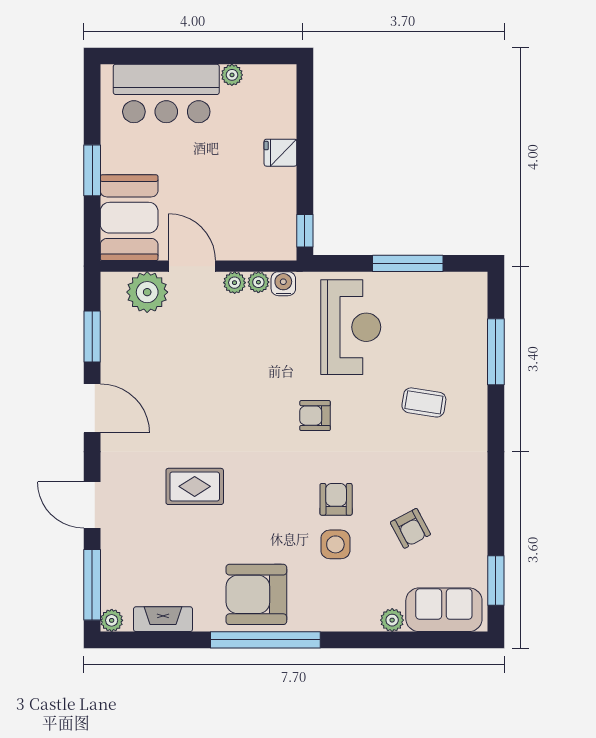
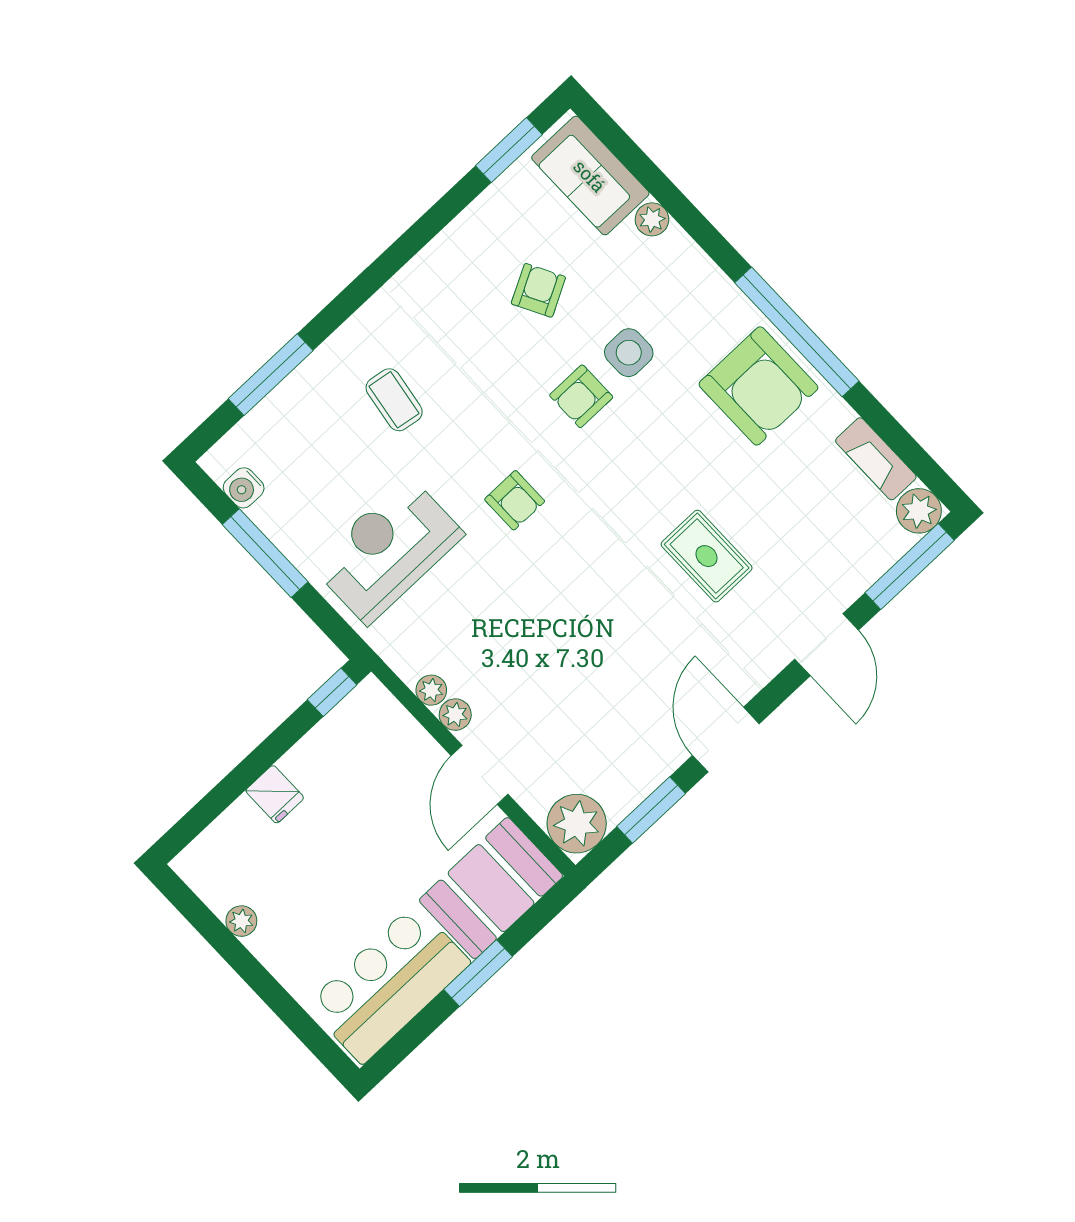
bar counter: (166, 94) -> (388, 984), moved, turned -90
water cooler: (283, 284) -> (244, 488), moved
plant: (147, 292) -> (577, 824), moved
plant: (112, 620) -> (919, 511), width x1.38, depth x1.38

